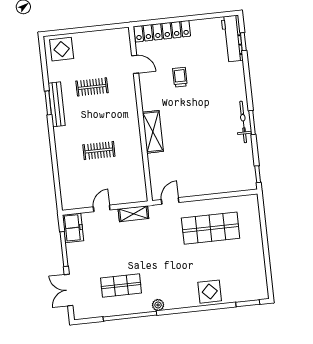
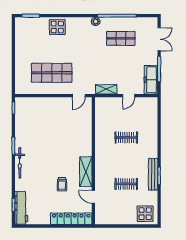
bicycle: (243, 122) -> (20, 163), moved
shelving: (153, 132) -> (86, 172), moved
freezer: (73, 228) -> (151, 80), width x1.40

